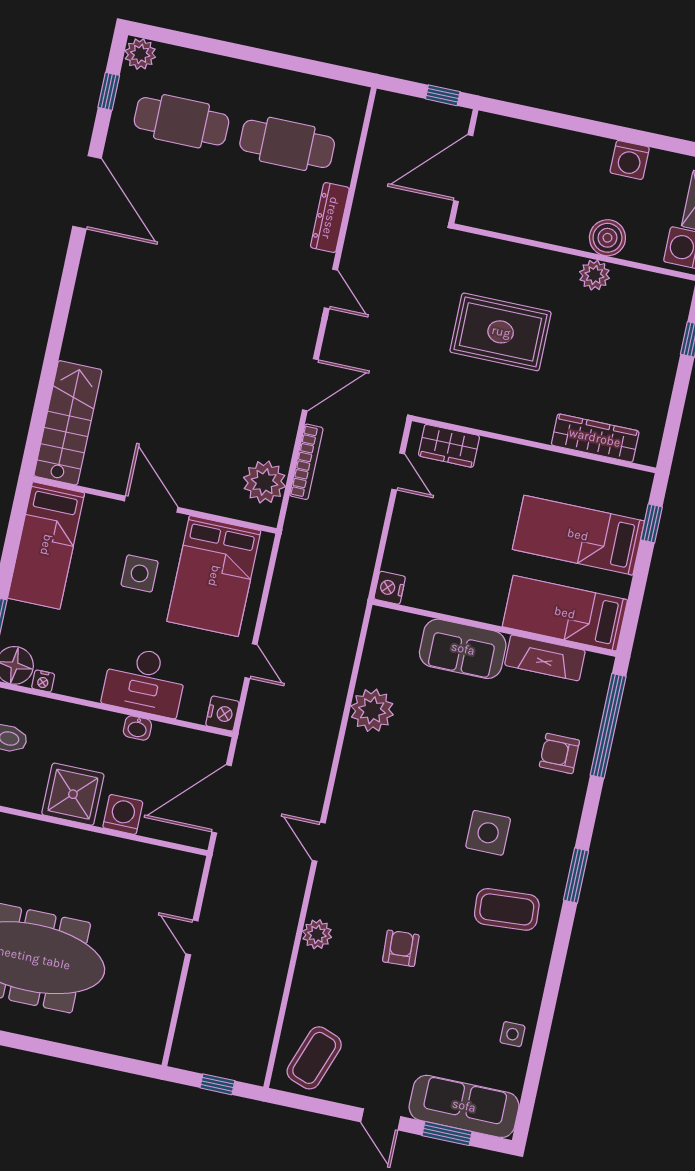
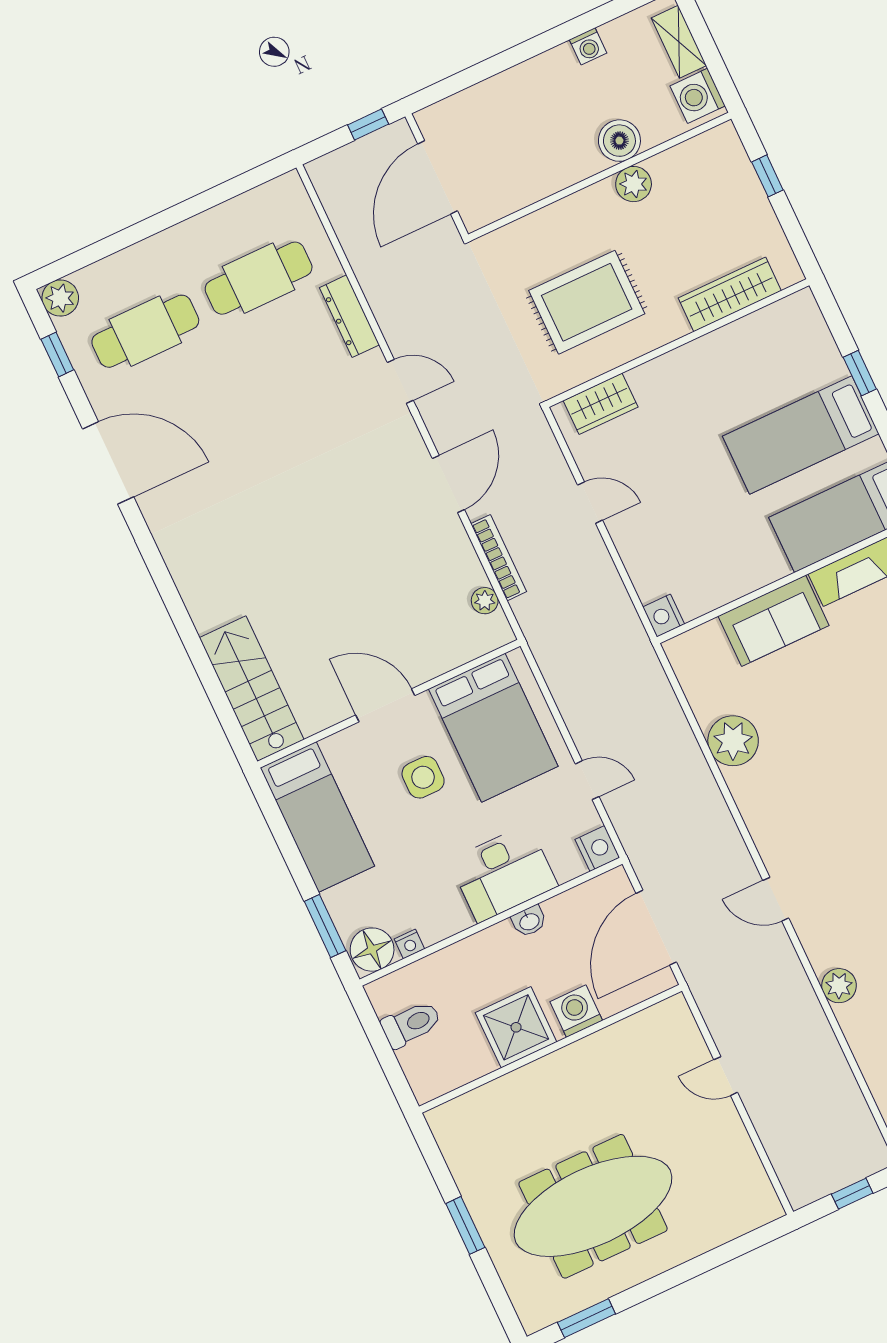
washing machine: (630, 160) -> (588, 46), width x0.73, depth x0.73
wardrobe: (595, 438) -> (730, 294), moved
wall: (534, 444) -> (678, 343), moved
wardrobe: (449, 446) -> (601, 404), moved
plant: (264, 482) -> (485, 601), width x0.53, depth x0.53

